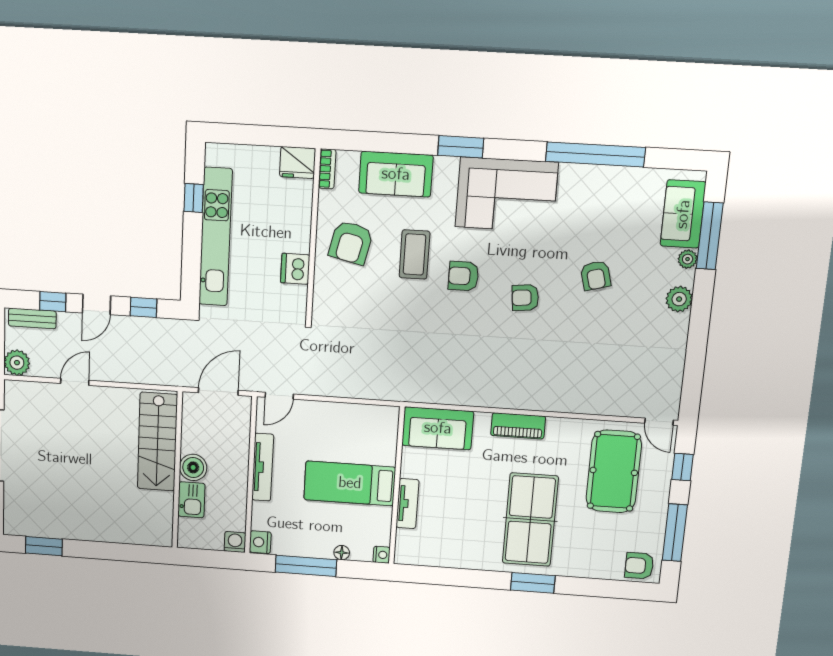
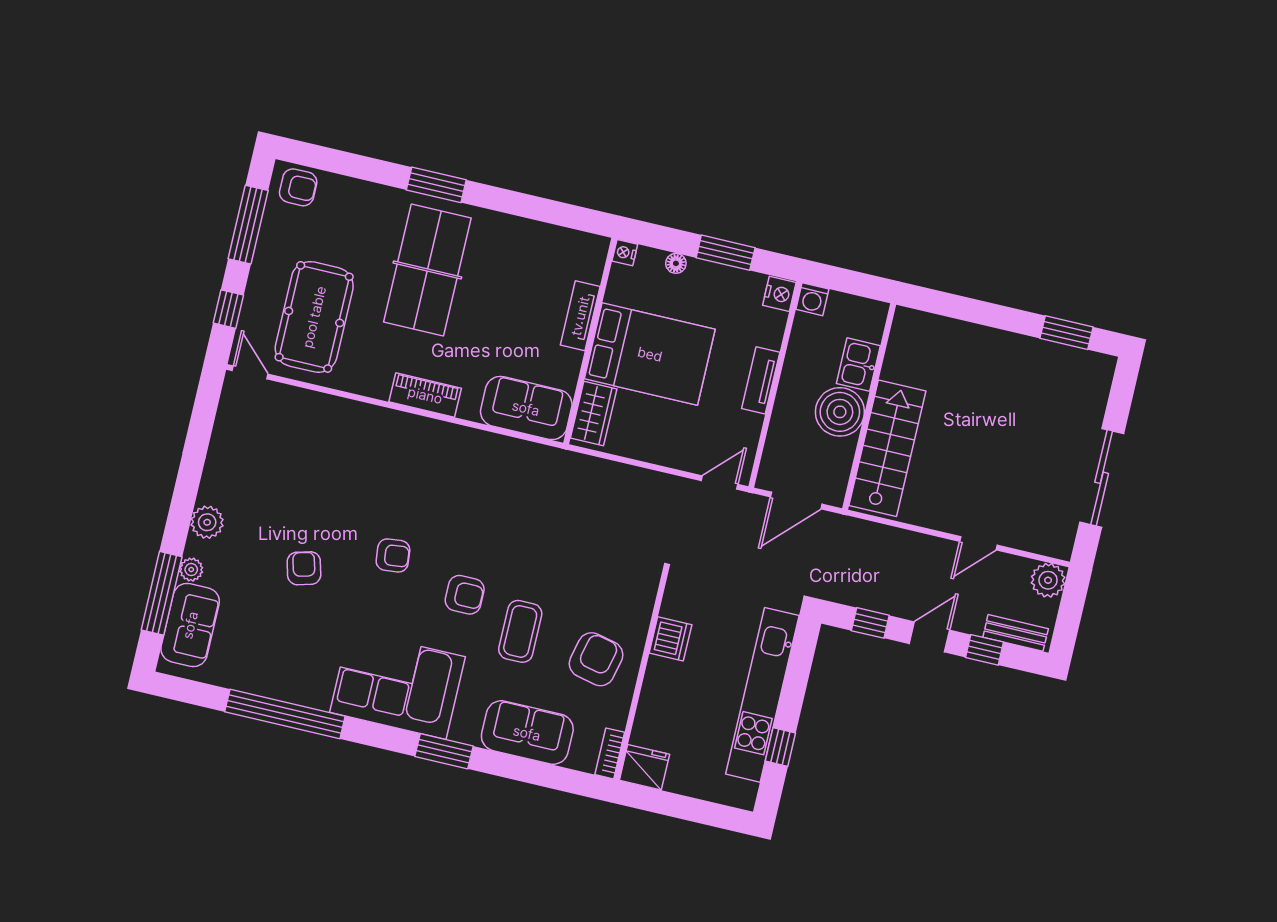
wardrobe: (385, 432) -> (594, 414), added
boiler: (193, 467) -> (840, 412), width x1.37, depth x1.37
tv unit: (263, 467) -> (761, 380), width x0.71
bed: (350, 483) -> (650, 354), width x1.50
window: (306, 566) -> (726, 253), width x0.69

